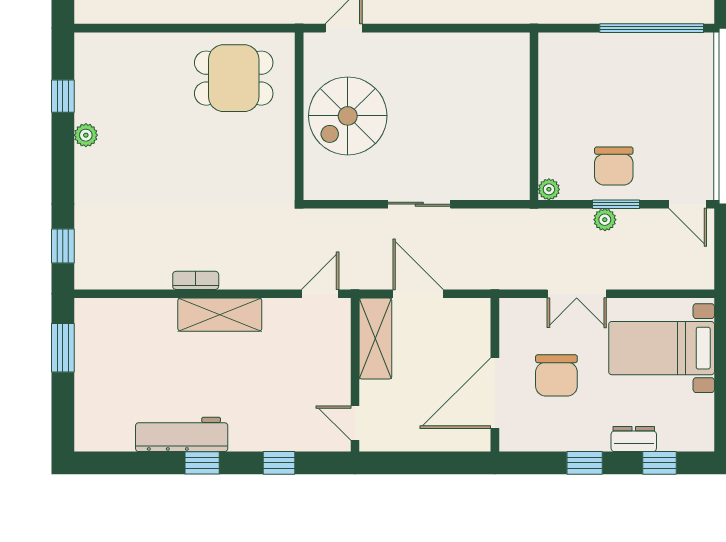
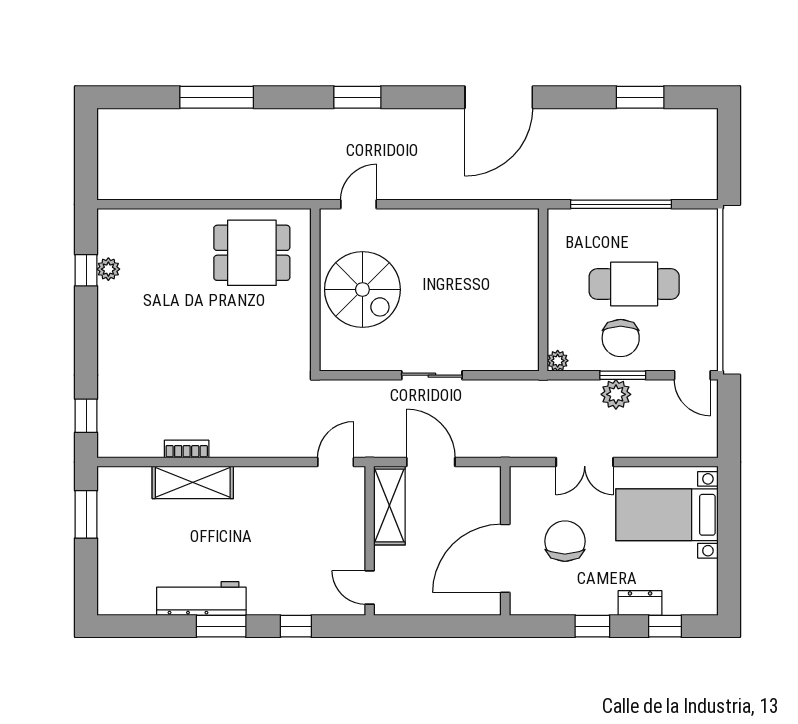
window: (652, 28) -> (621, 204), moved
cafe table: (628, 110) -> (634, 284), added
spiral stairs: (348, 116) -> (362, 290), turned -90
plant: (86, 135) -> (108, 269), moved
plant: (605, 220) -> (616, 394), width x1.38, depth x1.38
bookcase: (196, 280) -> (187, 449), moved
shelving: (220, 315) -> (193, 482), moved
chair: (556, 375) -> (565, 541), turned 180
window: (202, 463) -> (221, 626), width x1.50

